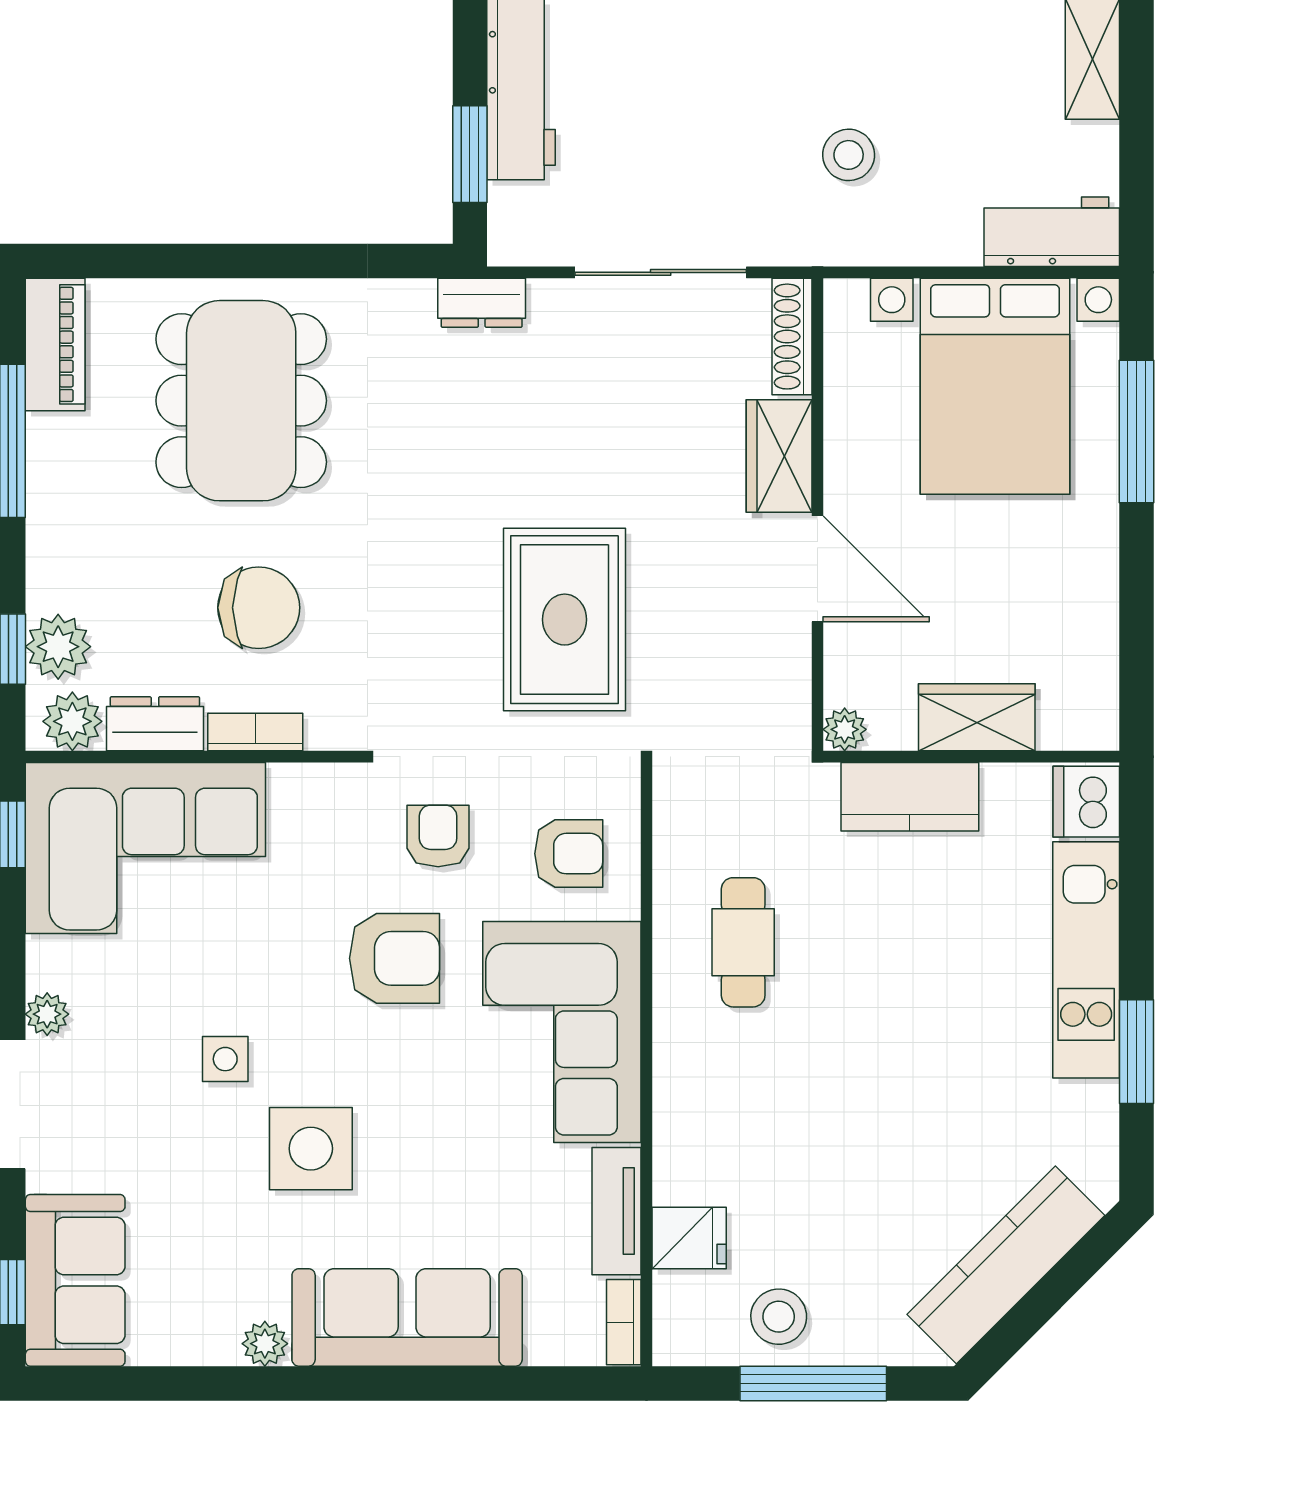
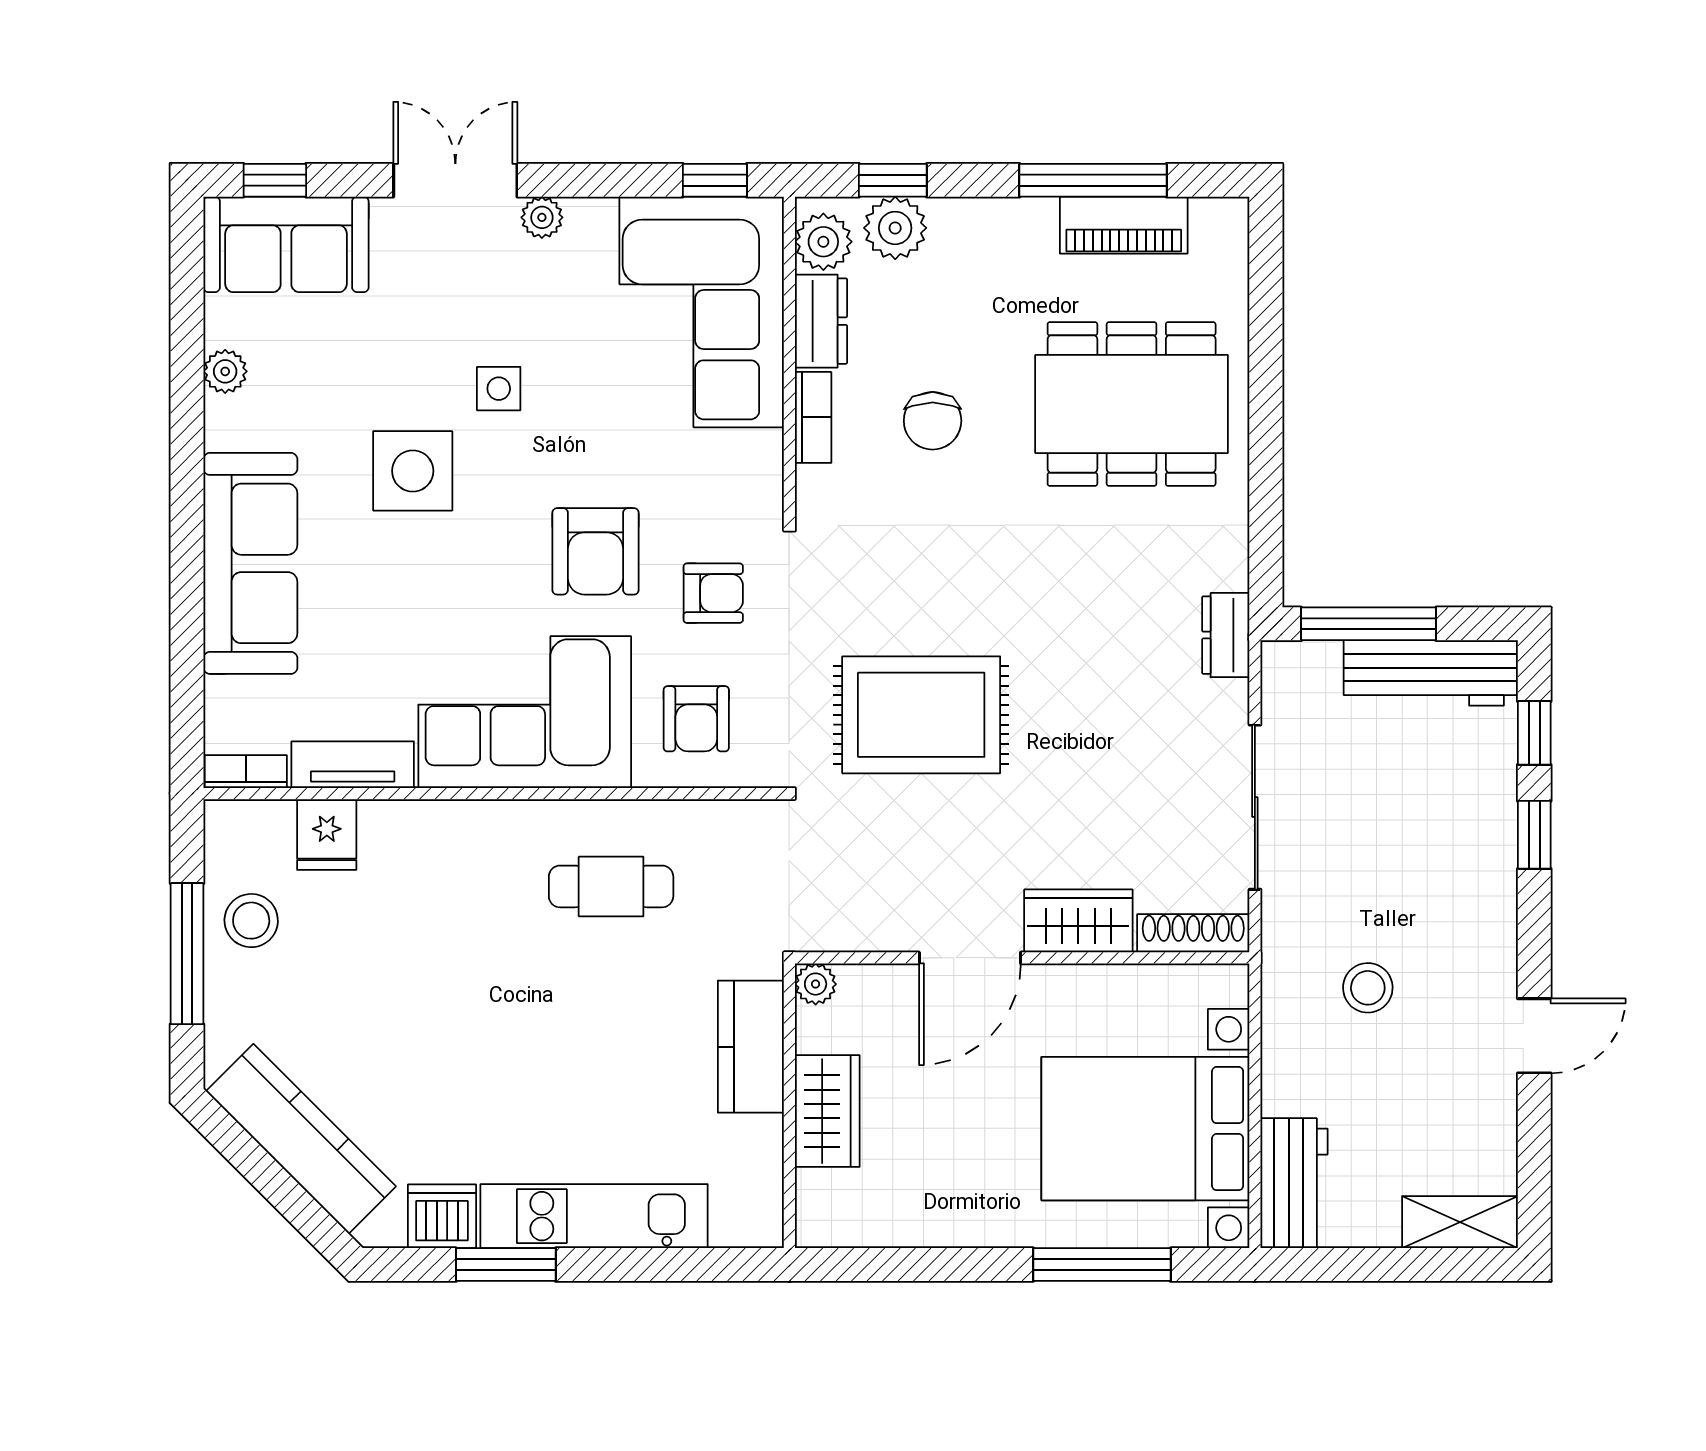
window: (470, 154) -> (1369, 624), width x1.44
piano: (55, 344) -> (1124, 225), moved
chair: (259, 608) -> (933, 421), width x0.73, depth x0.73
dishwasher: (1086, 802) -> (442, 1216), moved
plant: (265, 1344) -> (225, 371), moved

